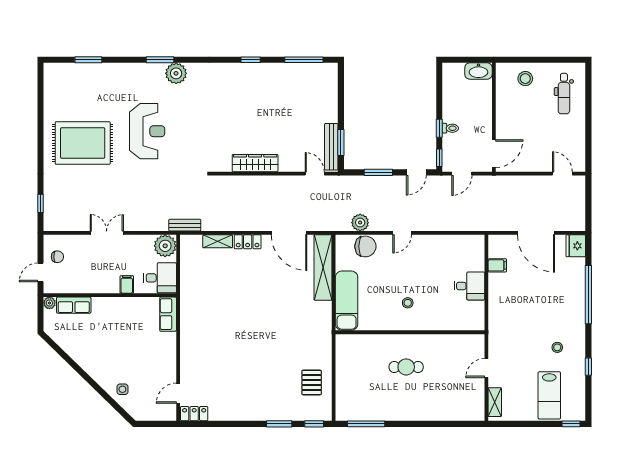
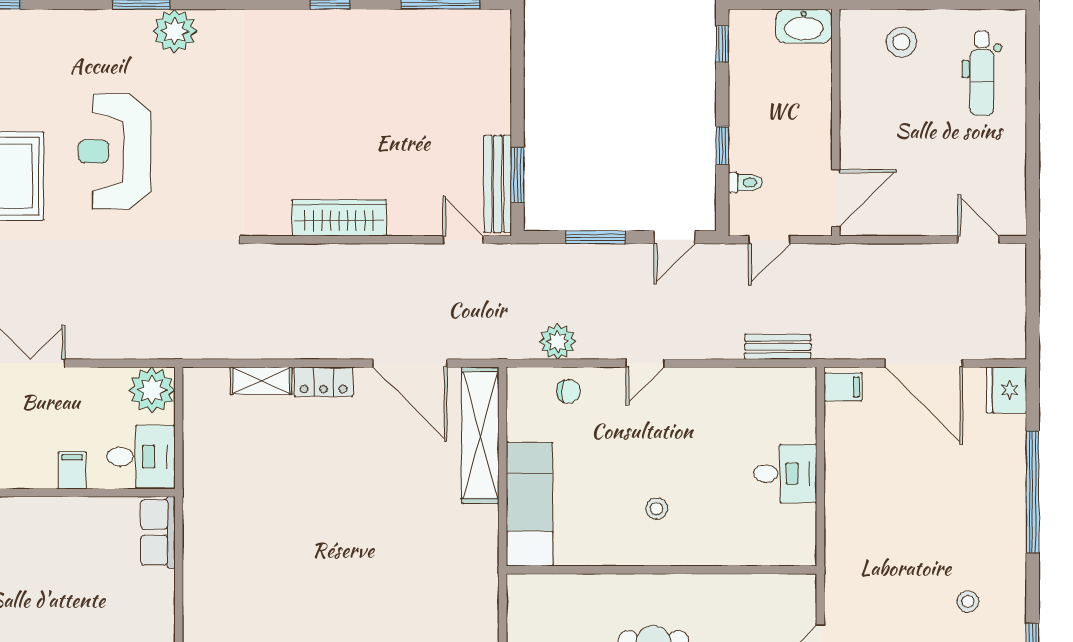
toilet: (450, 128) -> (745, 182), moved
reception desk: (147, 131) -> (115, 152), turned 180
window: (439, 158) -> (722, 44), moved
bench: (185, 225) -> (778, 347), moved
chair: (365, 246) -> (569, 391), width x0.54, depth x0.54
filing cabinet: (497, 265) -> (843, 387), moved

